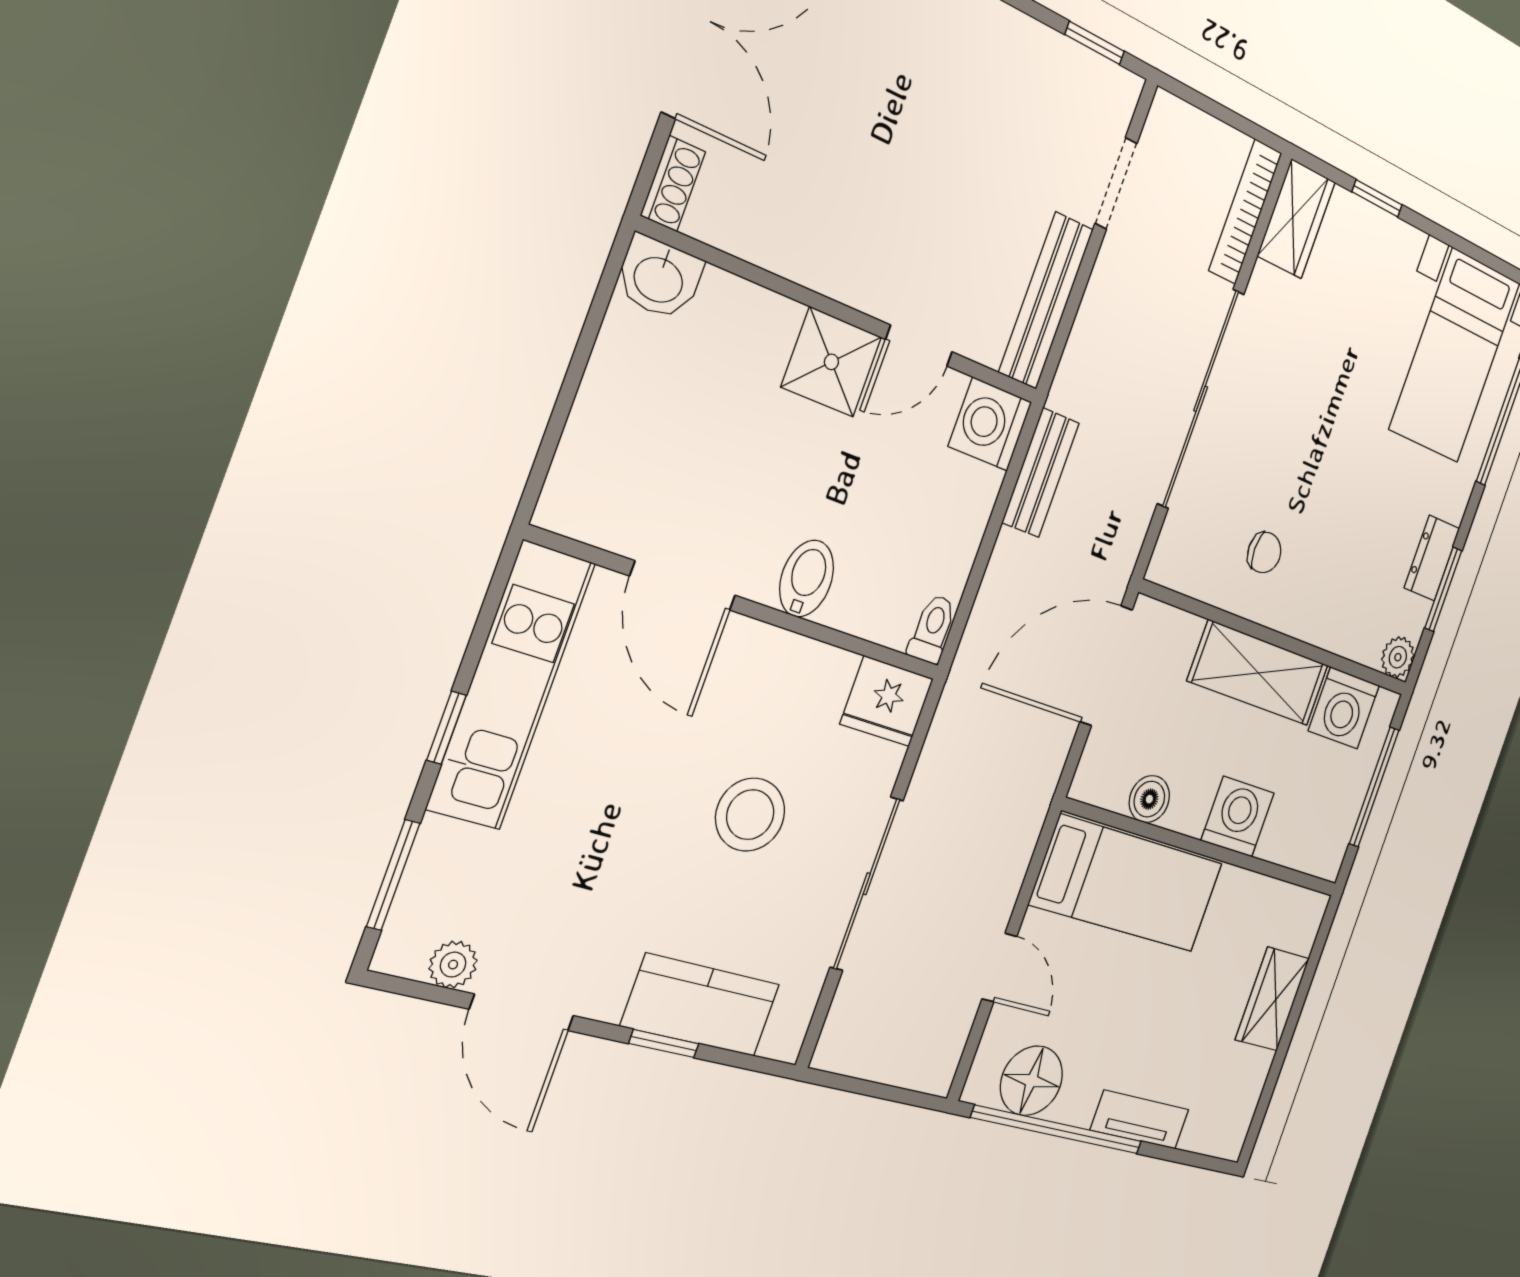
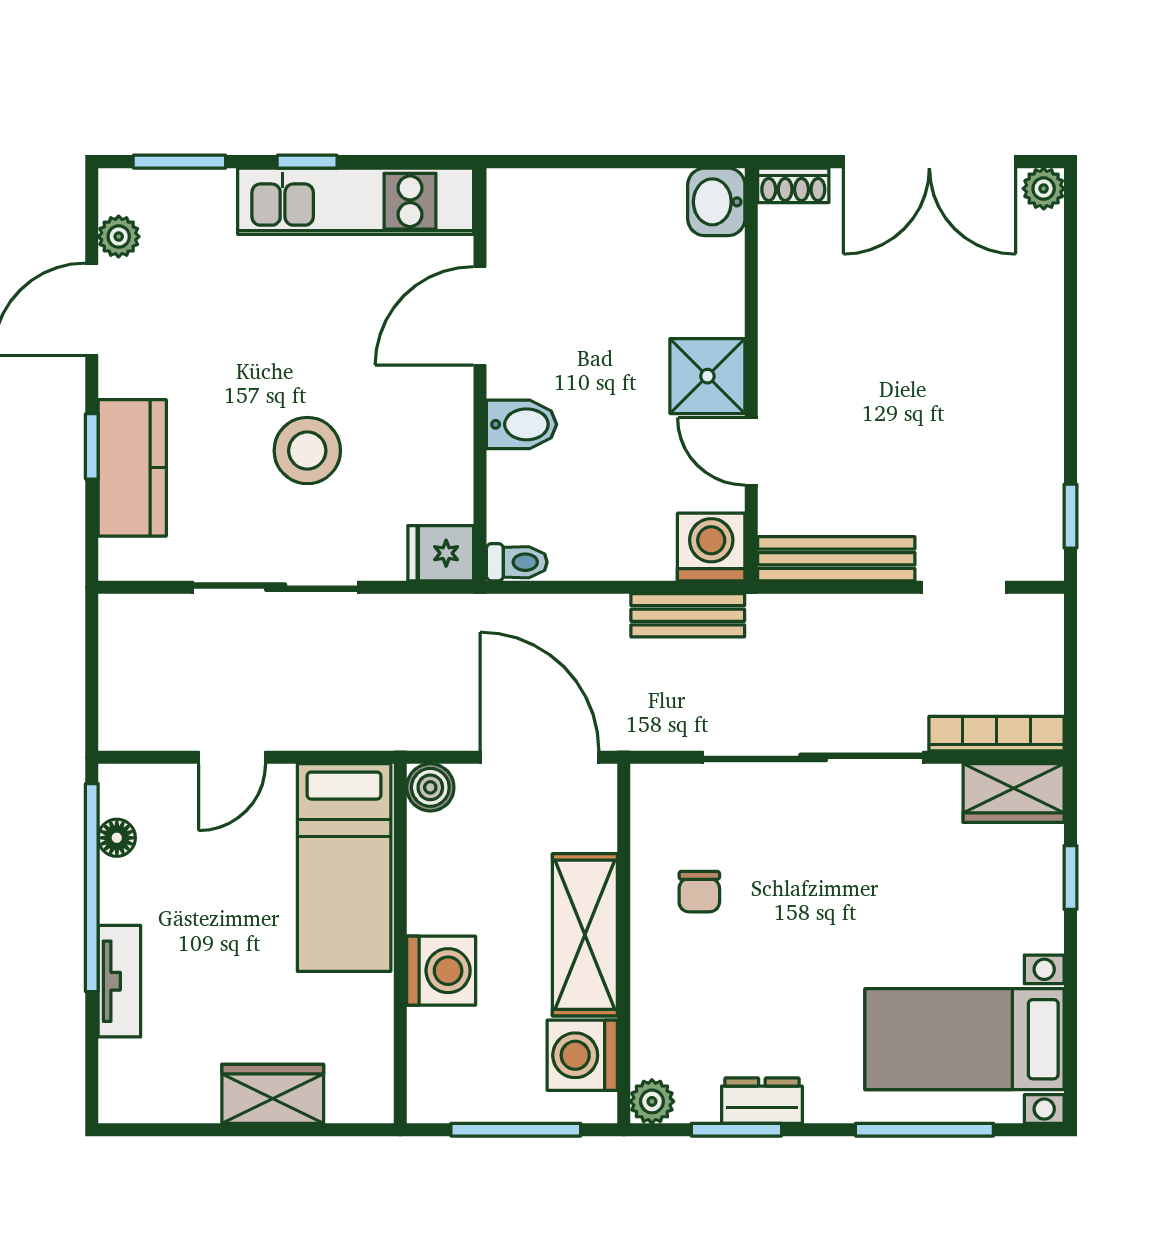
fridge: (887, 701) -> (441, 553), width x0.72
boiler: (1149, 799) -> (430, 787), moved
floor lamp: (1032, 1081) -> (117, 838), width x0.53, depth x0.53

